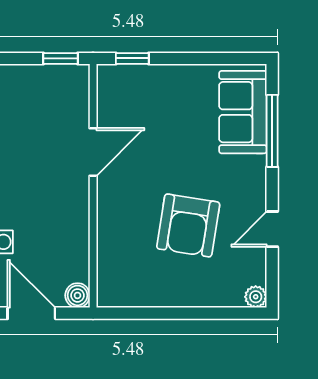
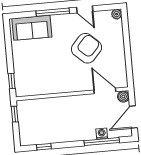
window: (272, 131) -> (53, 12), moved
door: (93, 152) -> (105, 91), moved
armchair: (188, 225) -> (86, 48), turned -57

